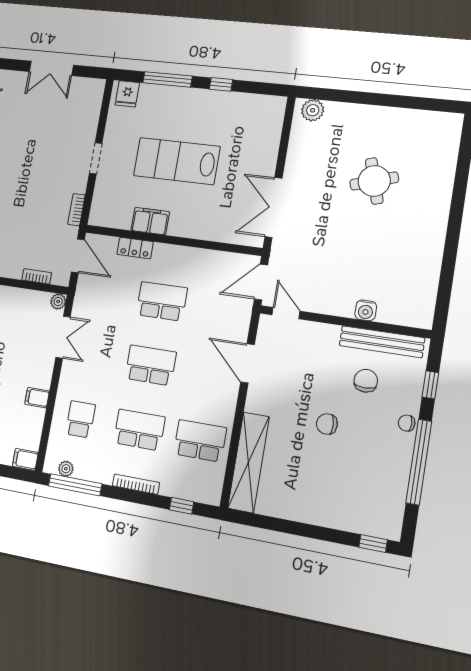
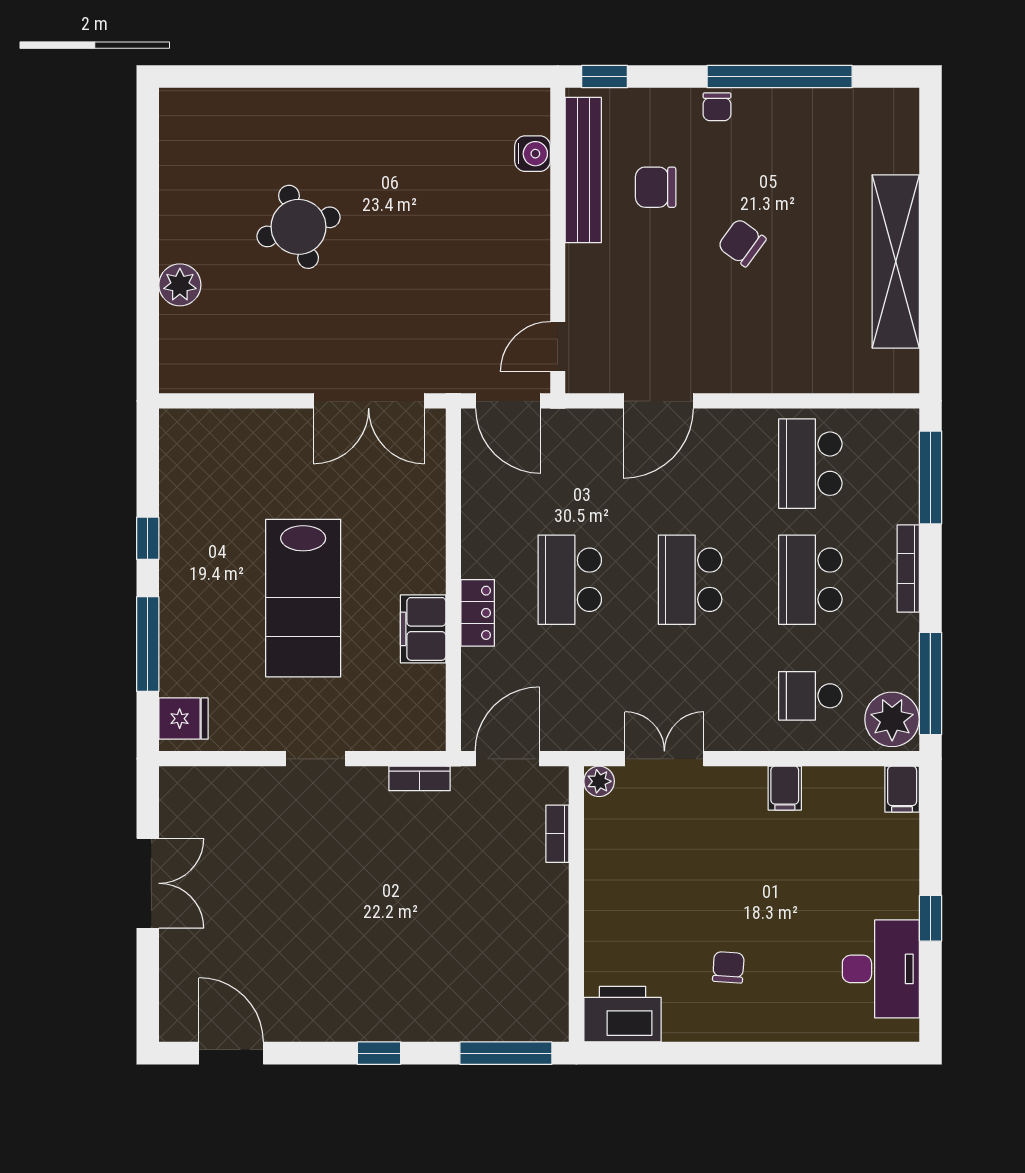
plant: (313, 110) -> (180, 285), moved
locker: (135, 248) -> (478, 613), moved
water cooler: (366, 310) -> (532, 154), moved
window: (430, 385) -> (605, 77), moved
chair: (327, 424) -> (742, 243), turned 128
shelving: (248, 462) -> (896, 261), moved, turned 90
plant: (66, 469) -> (892, 719), width x1.87, depth x1.87
window: (182, 506) -> (930, 477), width x2.17
window: (373, 543) -> (930, 132), removed

